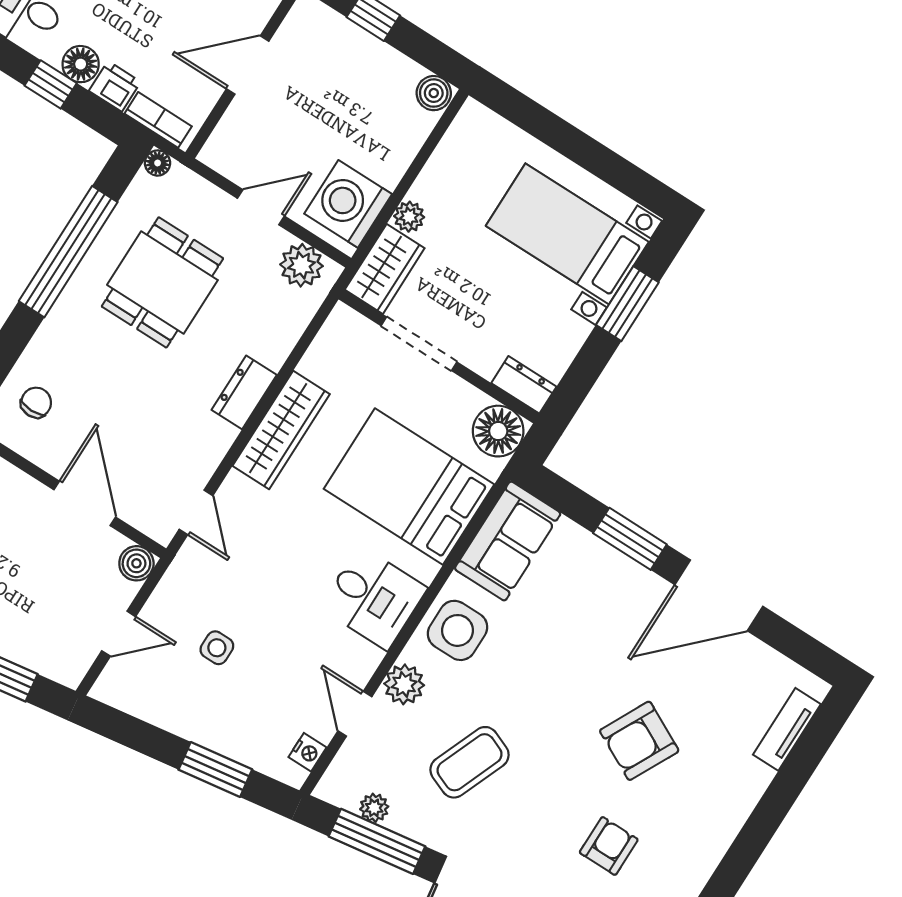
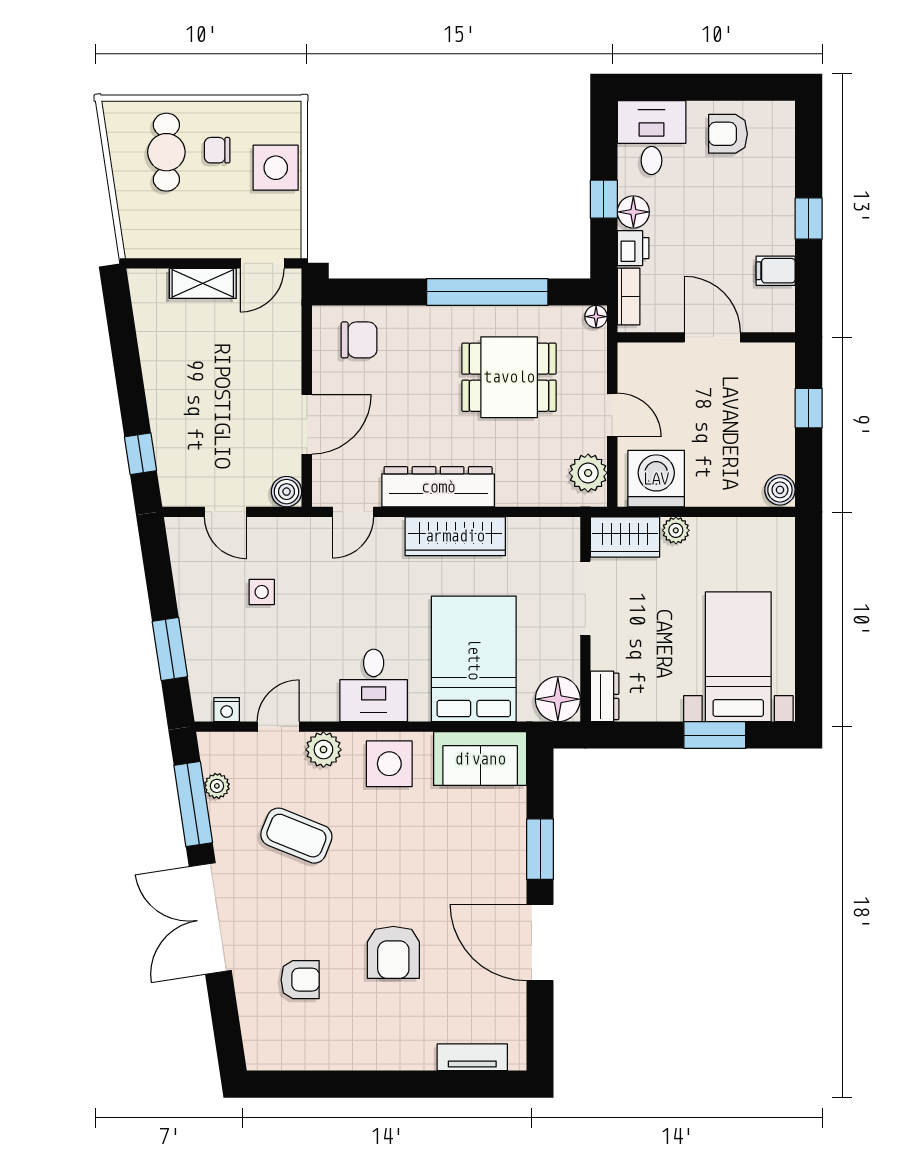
dresser: (244, 392) -> (438, 487), width x1.96, depth x1.24
chair: (36, 403) -> (359, 340), width x1.37, depth x1.37
armchair: (639, 741) -> (393, 952), turned -117

